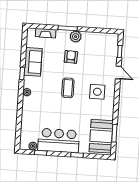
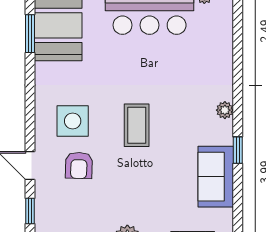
armchair: (71, 57) -> (79, 165), moved

